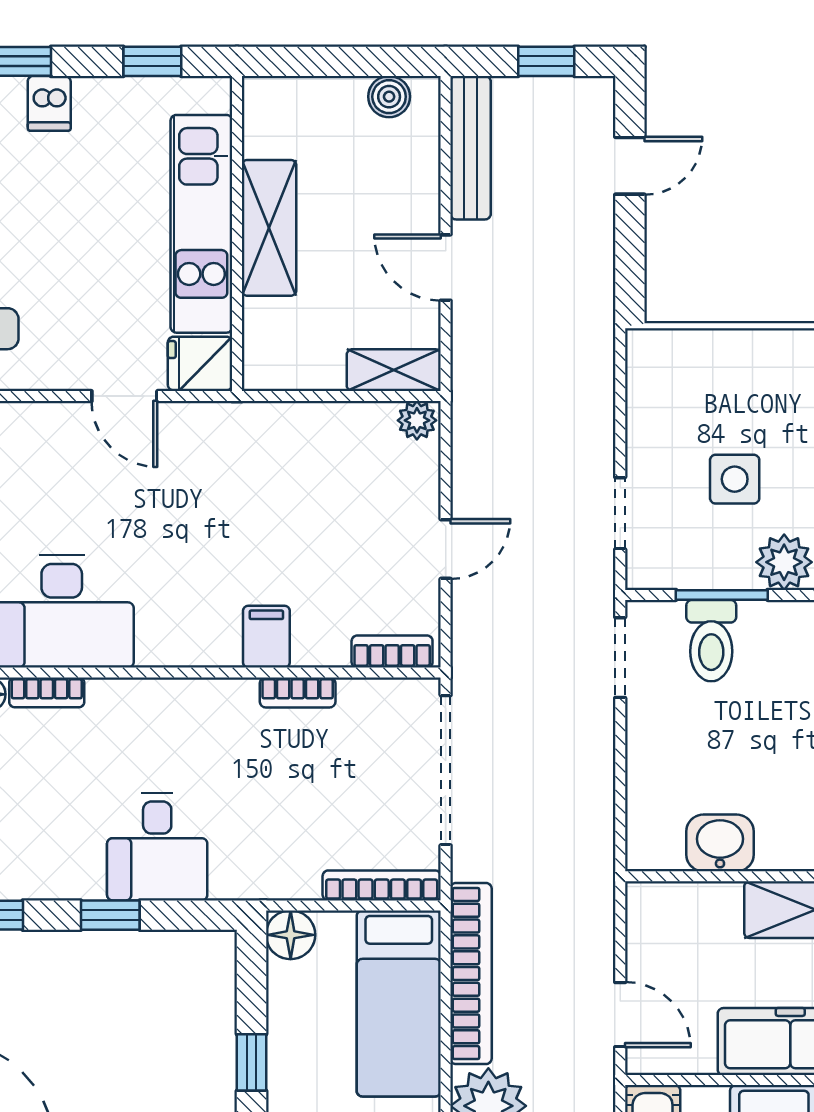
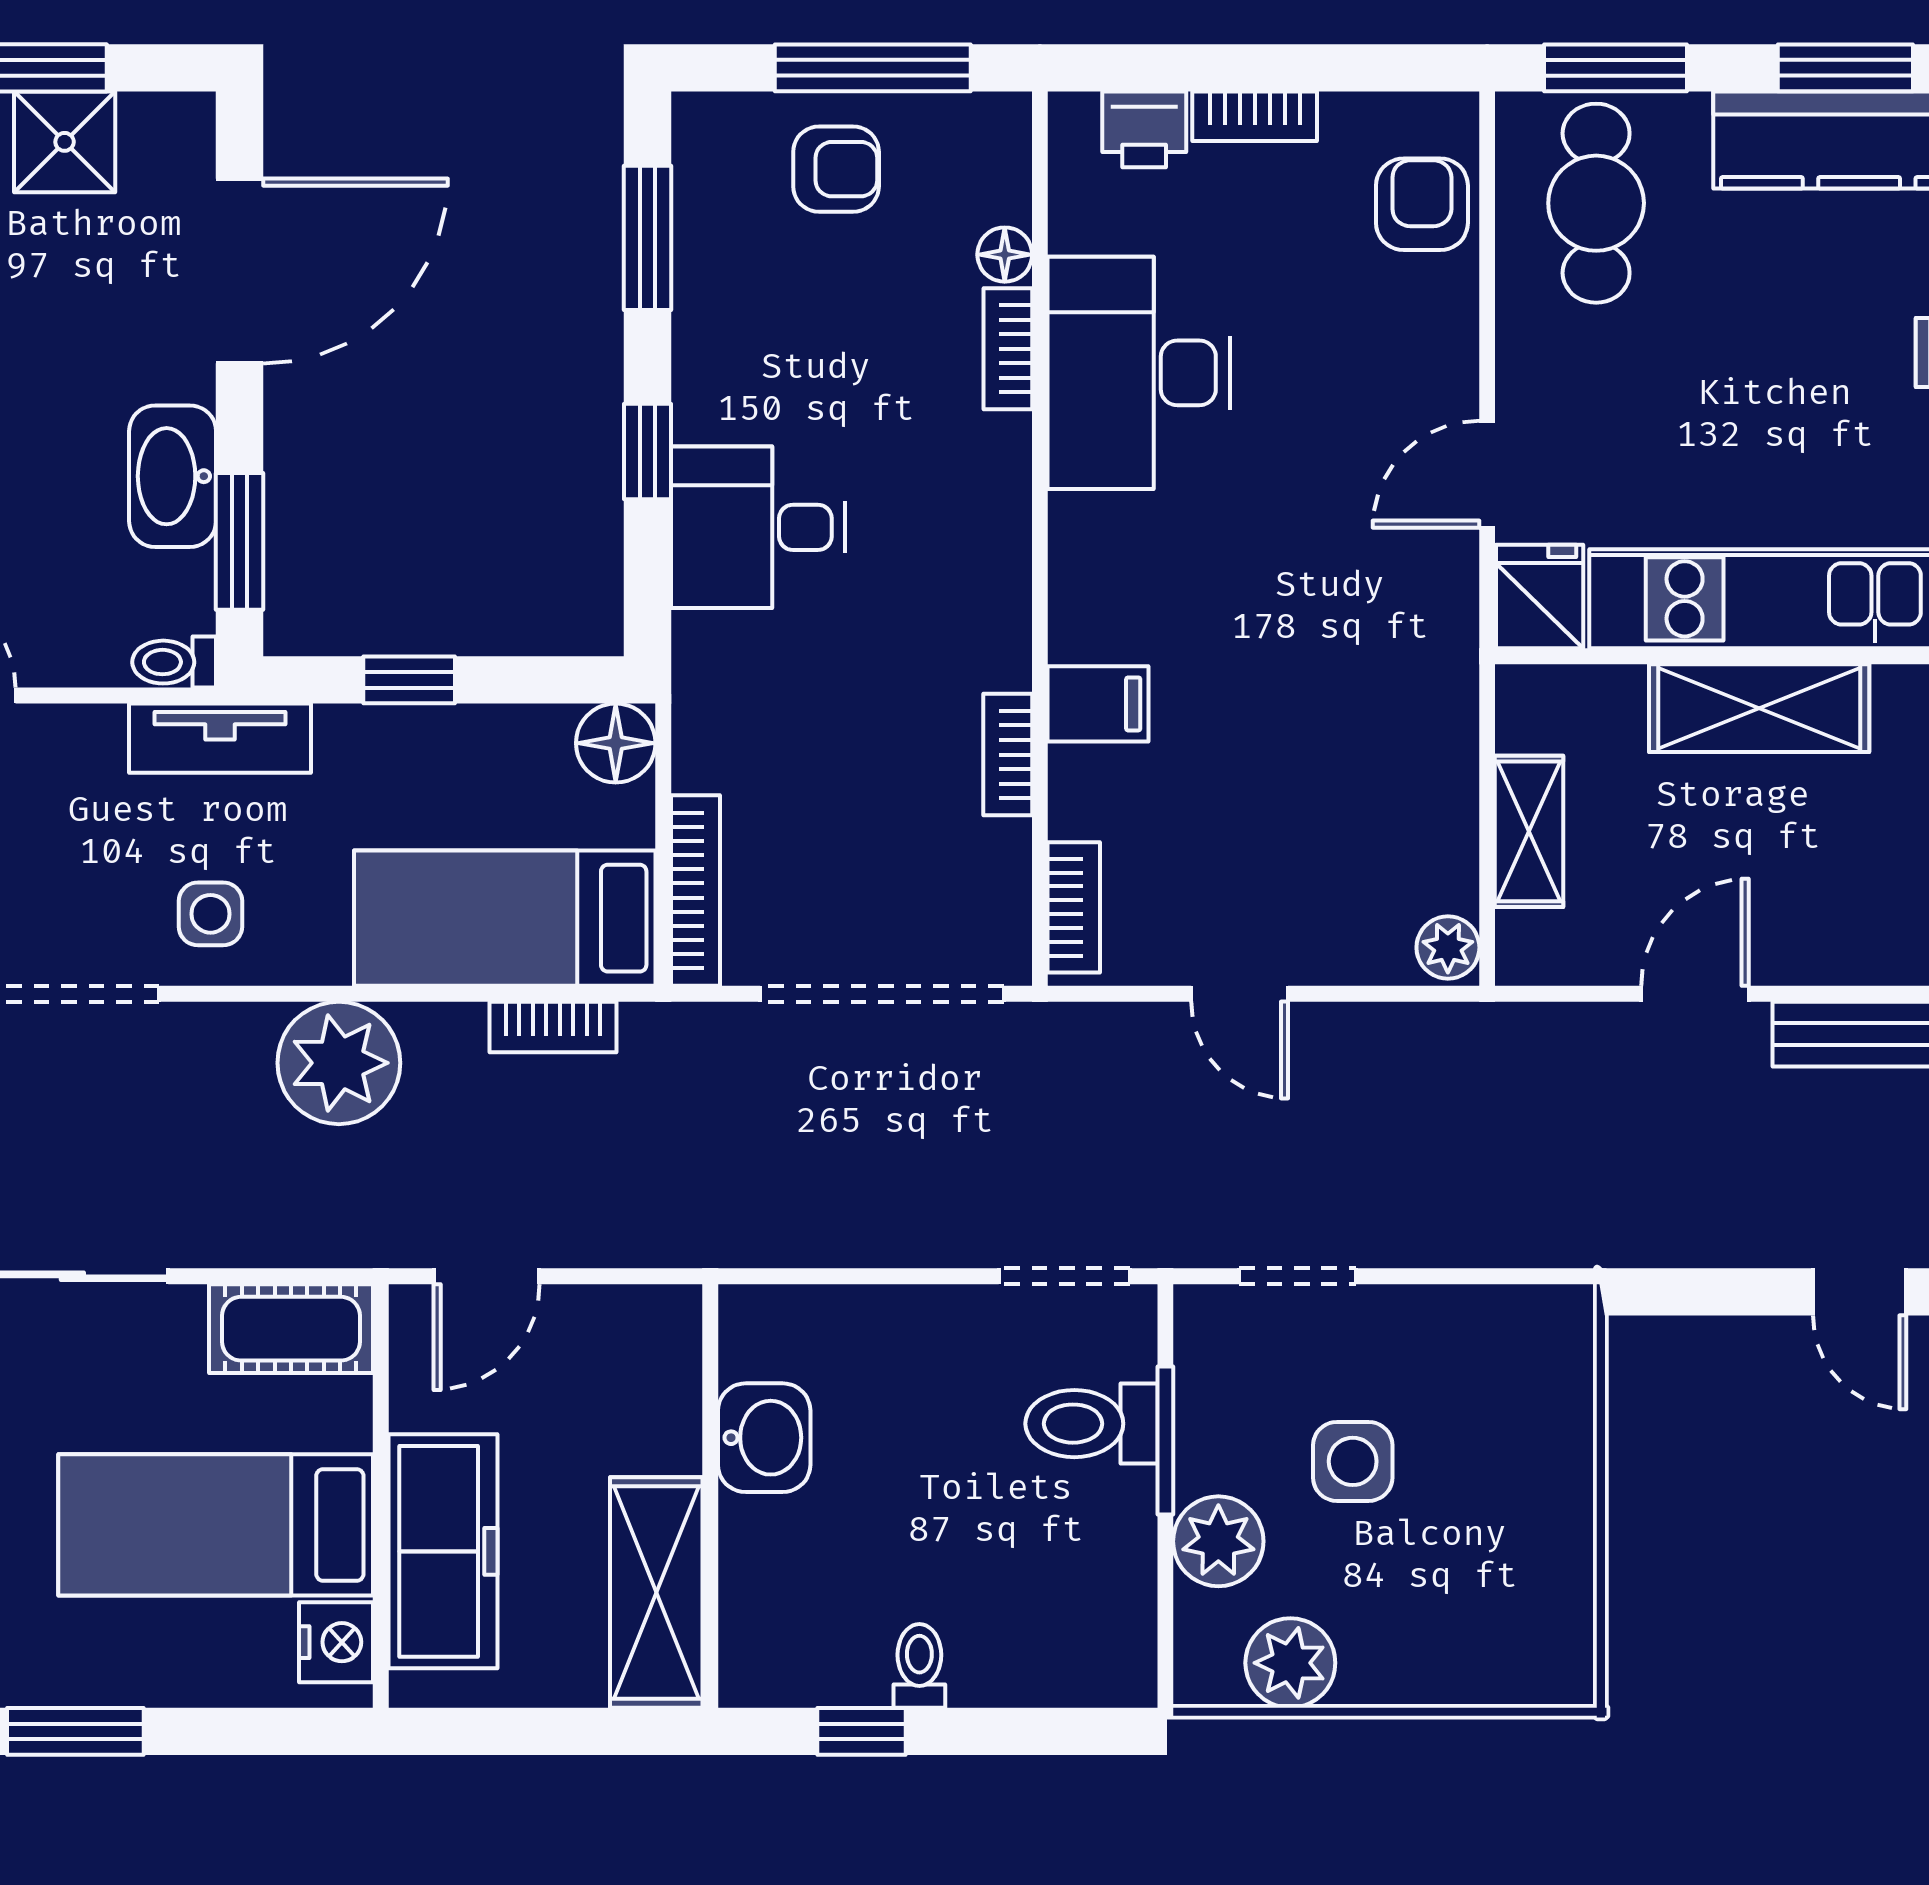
shelving: (394, 370) -> (1529, 831), moved
bookcase: (471, 974) -> (553, 1027), width x0.43, depth x0.76

